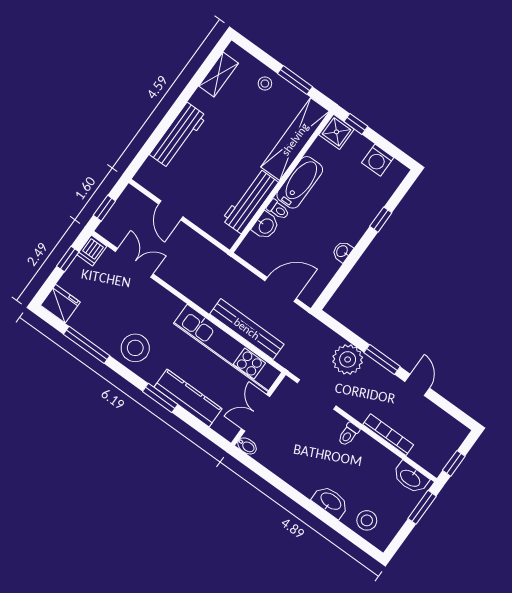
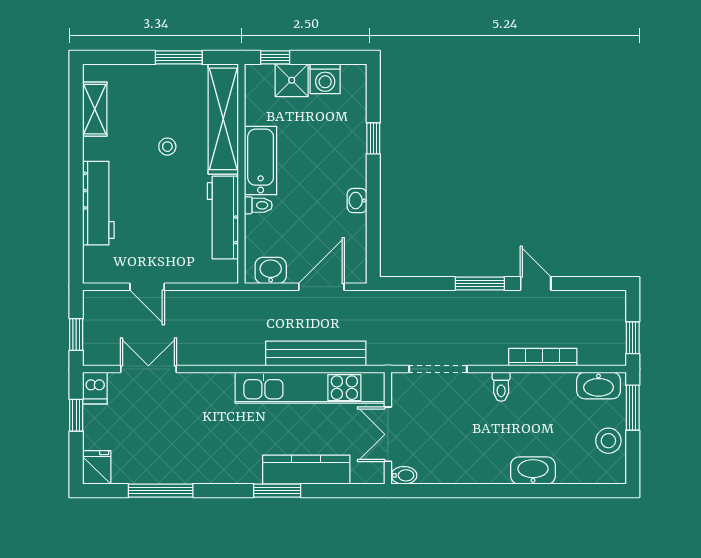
stool: (265, 84) -> (167, 147), moved
shower: (336, 132) -> (292, 80), moved
washbasin: (266, 226) -> (271, 271), moved, turned -90
fridge: (60, 304) -> (97, 467), width x0.72
stool: (135, 348) -> (214, 457), removed
plant: (348, 359) -> (444, 309), removed
stool: (367, 520) -> (608, 441), moved

